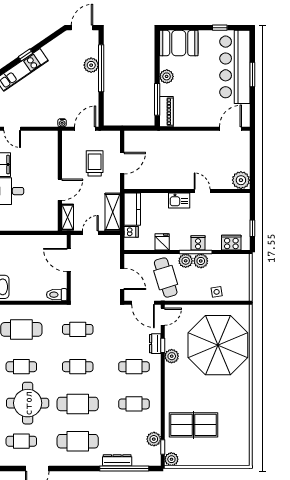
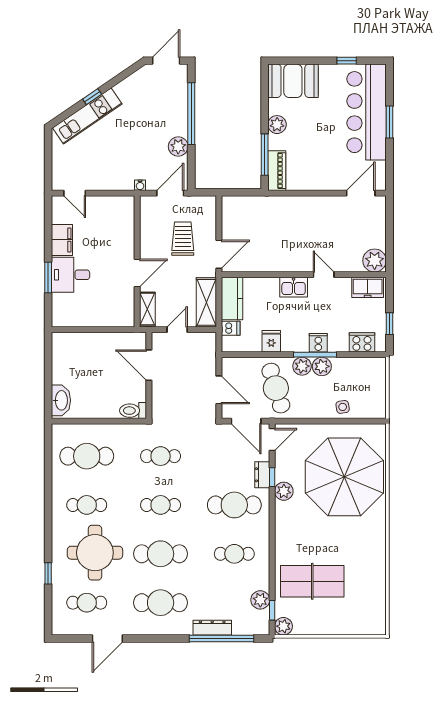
plant: (91, 65) -> (178, 146), moved
door: (122, 163) -> (219, 254), moved
freezer: (236, 201) -> (368, 287), added
cafe table: (134, 367) -> (234, 505), width x1.37, depth x1.35

